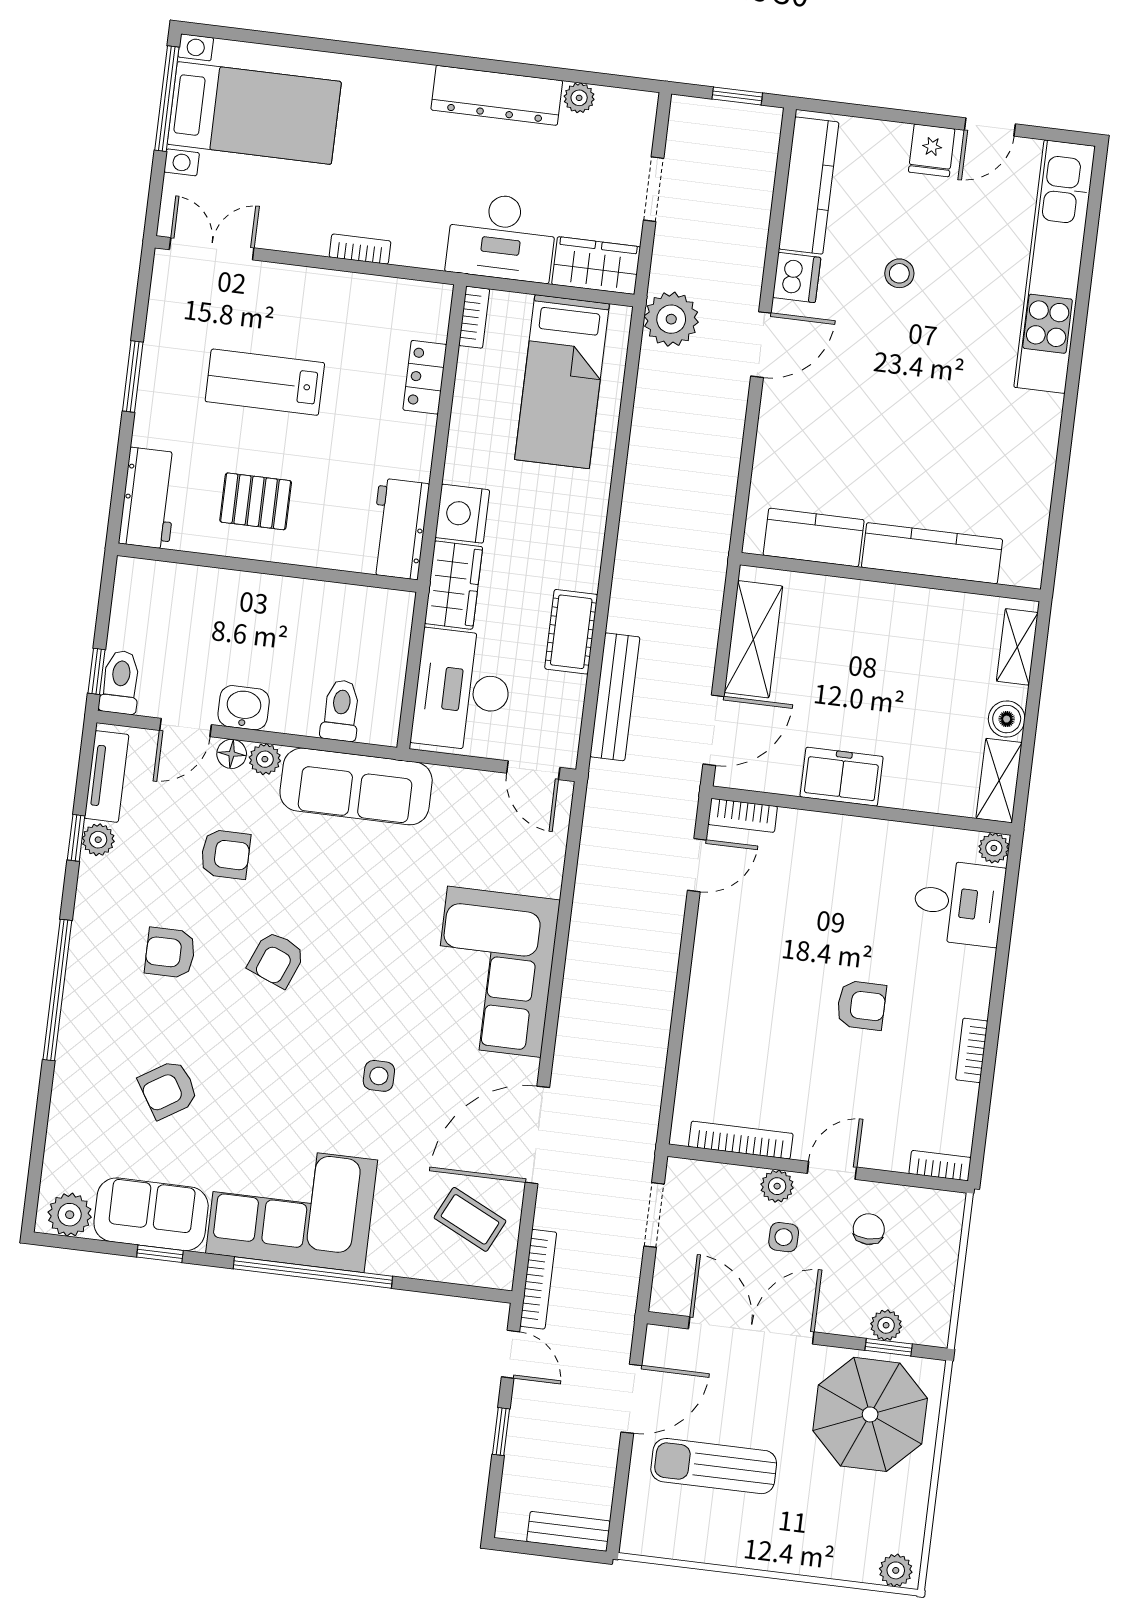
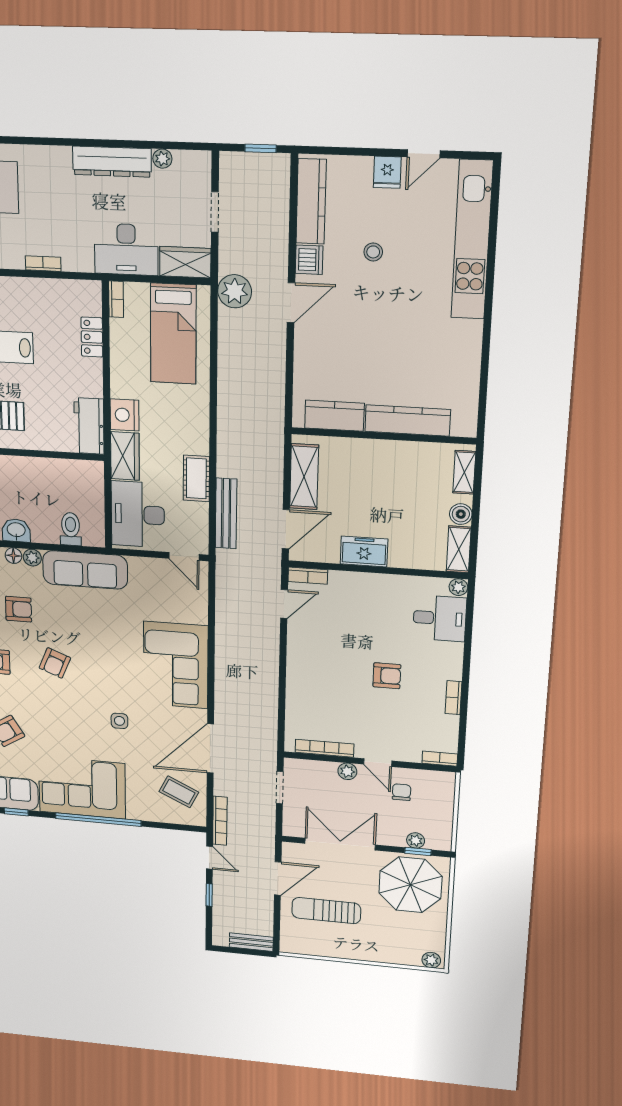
door: (832, 1170) -> (378, 763), swing flipped
side table: (784, 1237) -> (354, 797), removed

